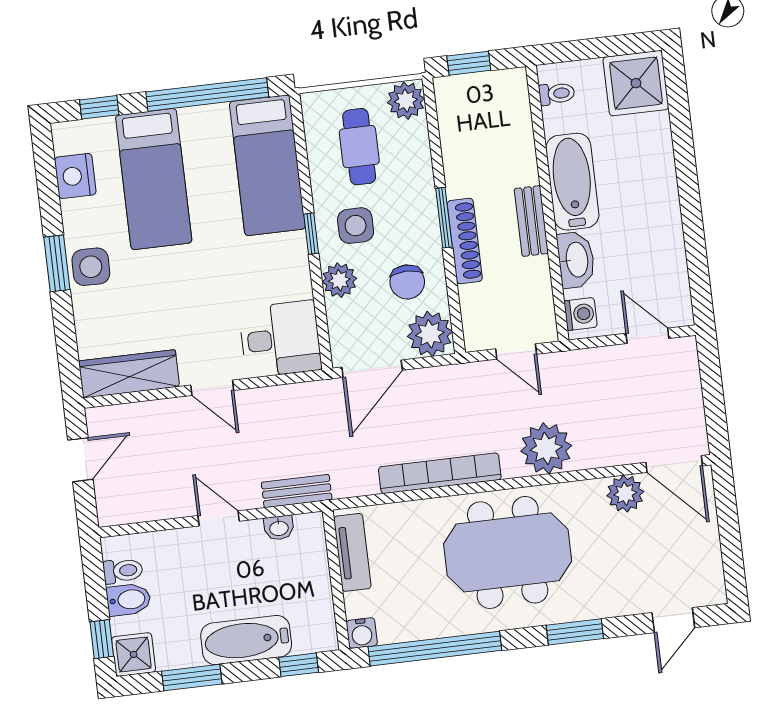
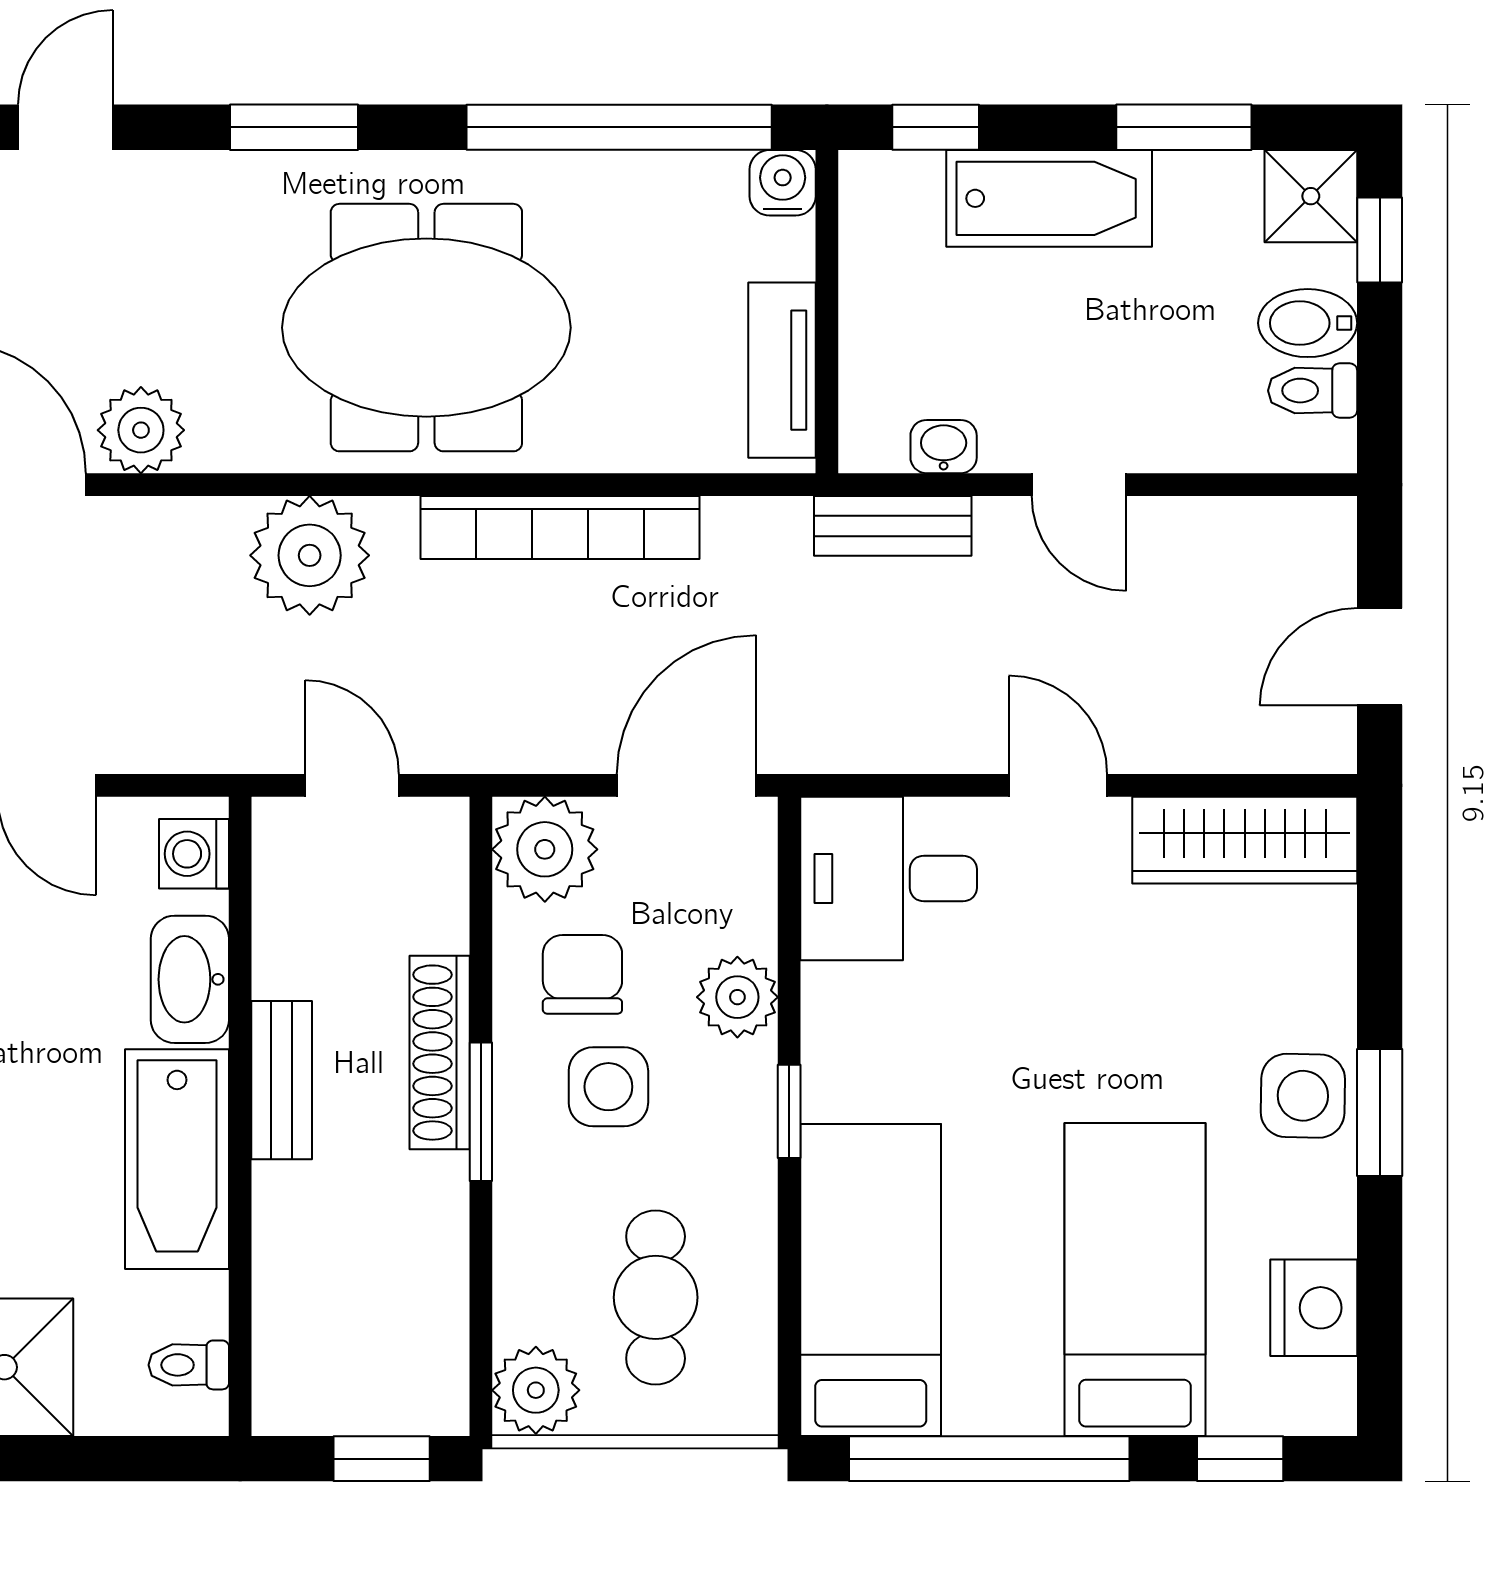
side table: (356, 226) -> (608, 1087), moved

